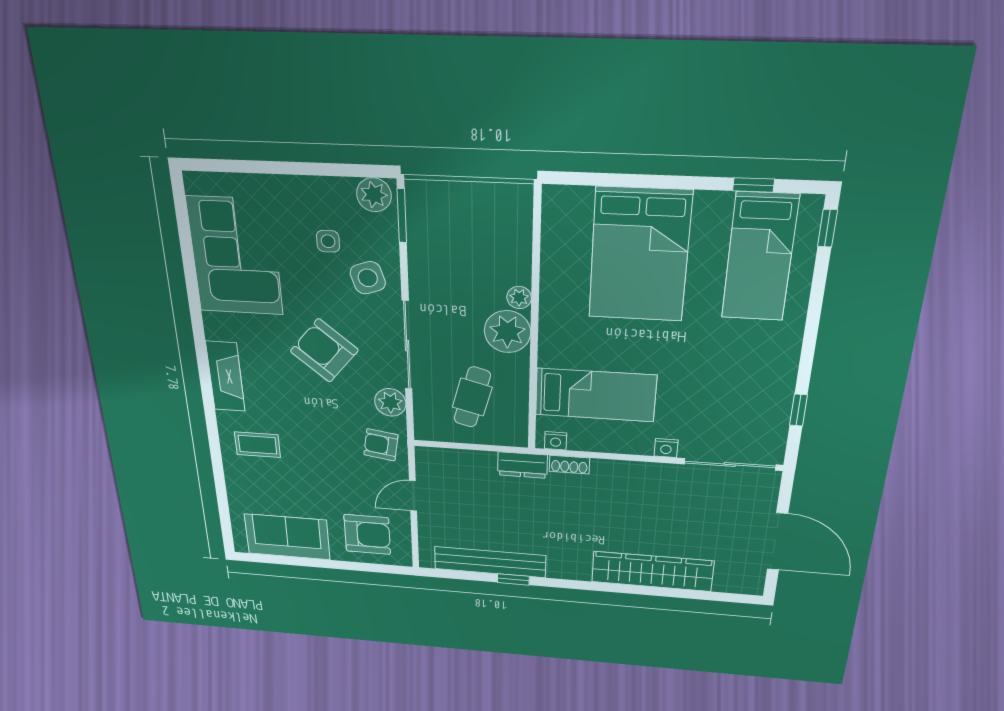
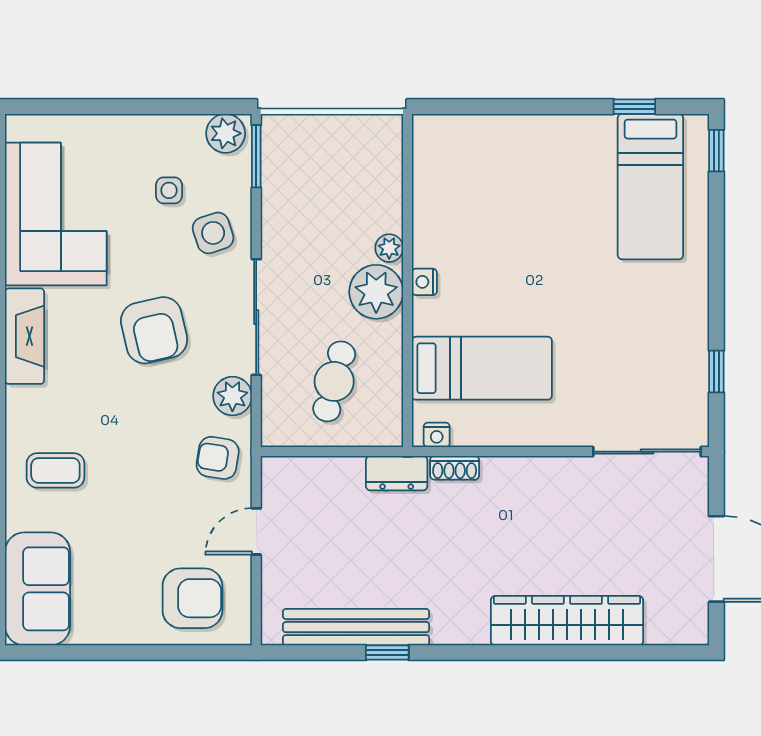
bed: (640, 255) -> (522, 190), removed
armchair: (324, 351) -> (154, 330), turned -143
fireplace: (225, 376) -> (25, 336), moved
nightstand: (666, 448) -> (424, 282), moved, turned 90
sofa: (287, 537) -> (38, 589), moved, turned 90

